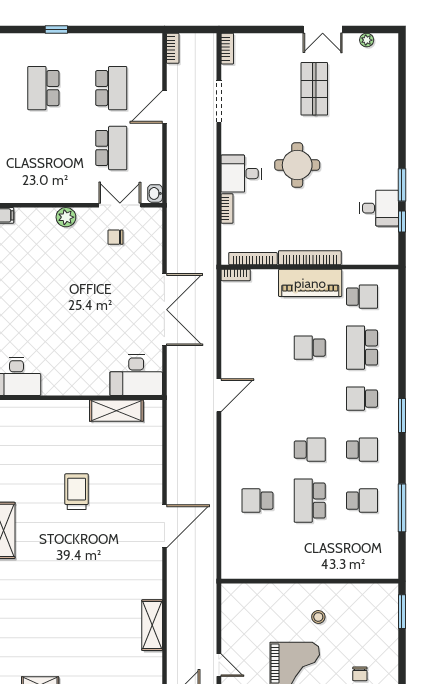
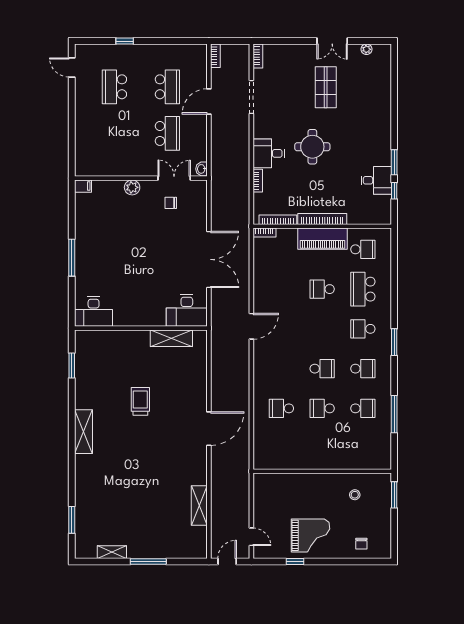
school desk: (310, 501) -> (322, 408), width x0.54
stool: (318, 617) -> (355, 495), moved

